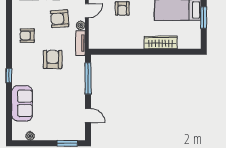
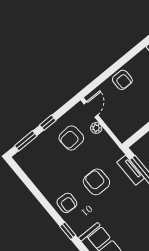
armchair: (27, 36) -> (67, 203), moved, turned -87
tv unit: (80, 43) -> (131, 170), moved

